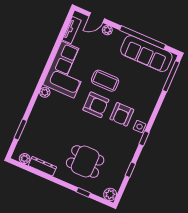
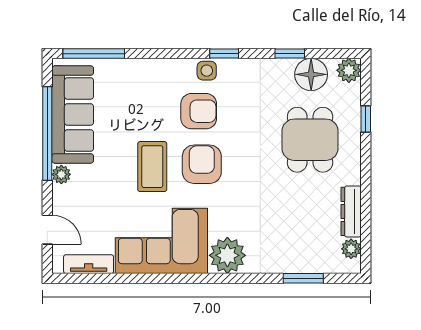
plant: (107, 30) -> (61, 174), moved
plant: (45, 92) -> (227, 255), width x1.88, depth x1.88
floor lamp: (116, 176) -> (311, 74), added

